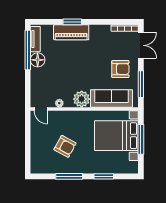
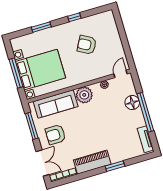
piano: (71, 32) -> (92, 162), moved
double door: (141, 45) -> (43, 163), swing flipped
window: (28, 50) -> (145, 112), moved
floor lamp: (38, 60) -> (132, 103), moved
door: (41, 109) -> (121, 74), hinge flipped
window: (69, 176) -> (74, 17), width x0.46

